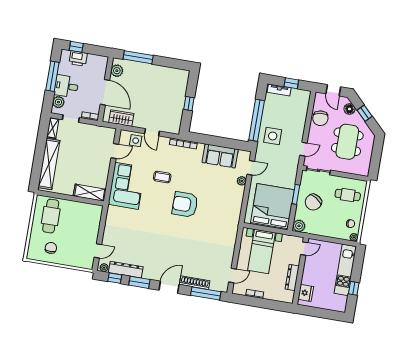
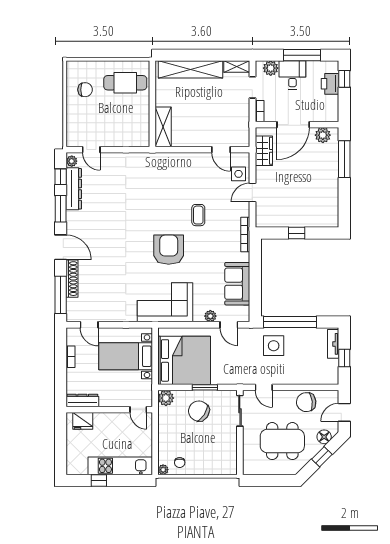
corner sofa: (127, 186) -> (165, 302), moved, turned 180
cafe table: (348, 195) -> (215, 453), removed
dresser: (292, 278) -> (82, 400), moved

